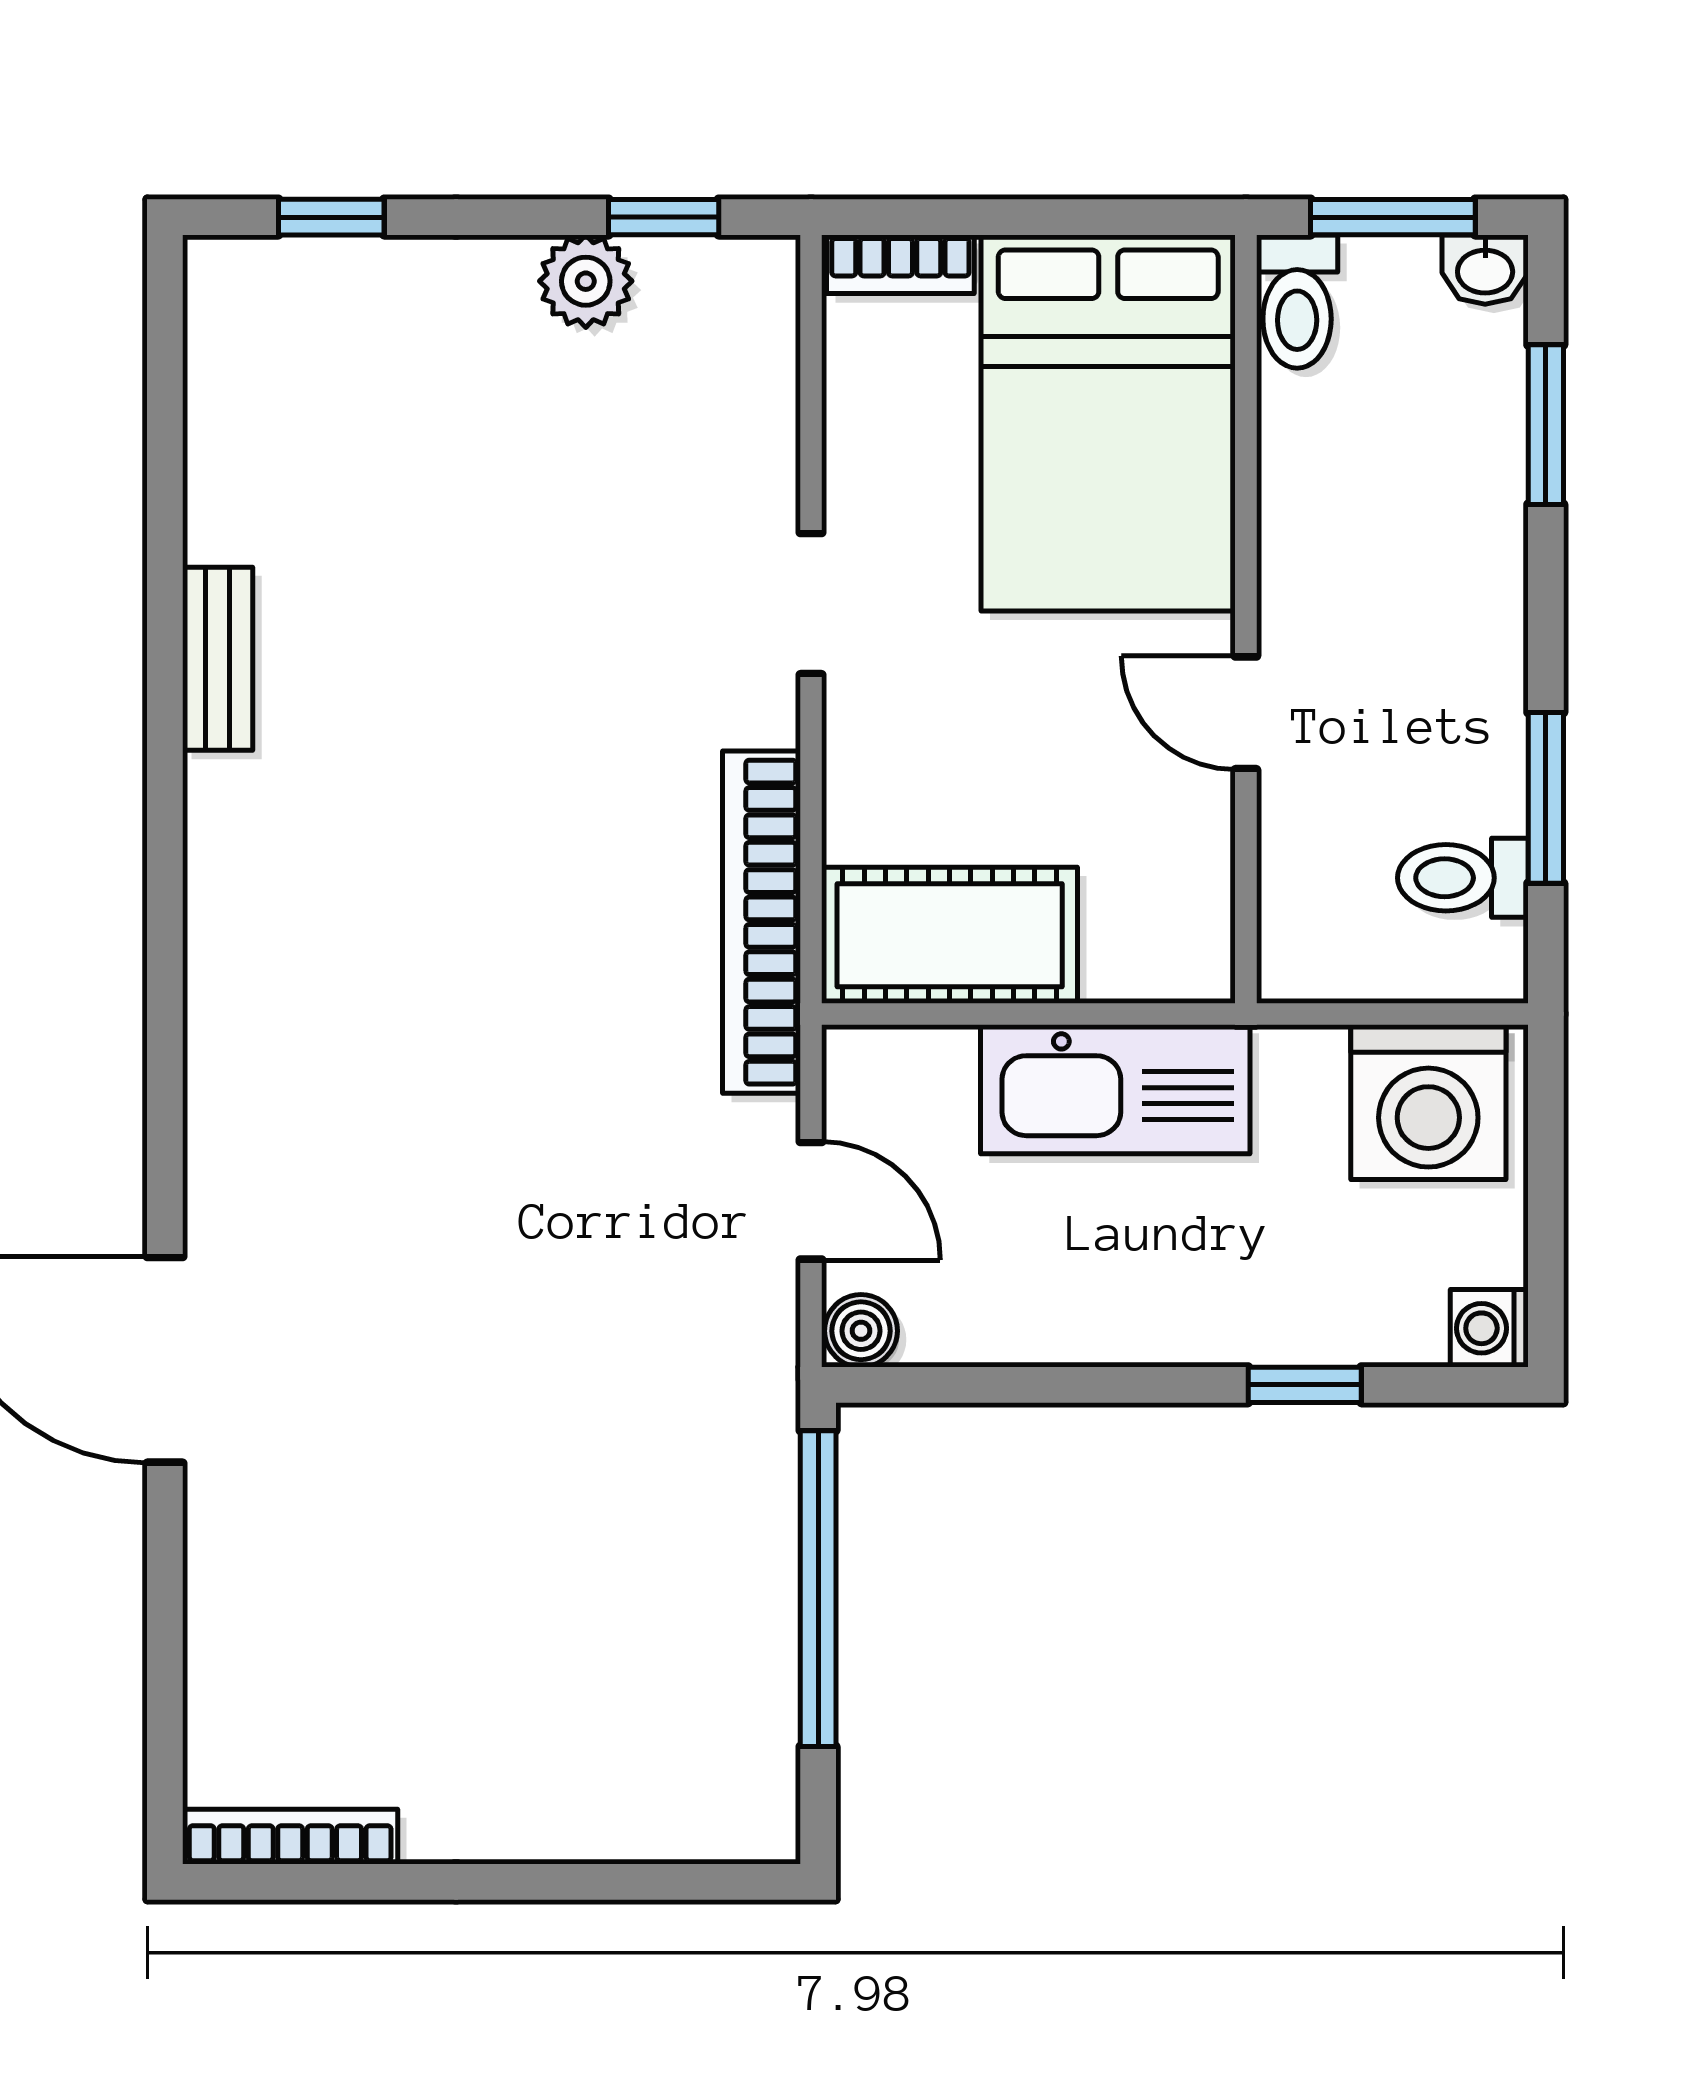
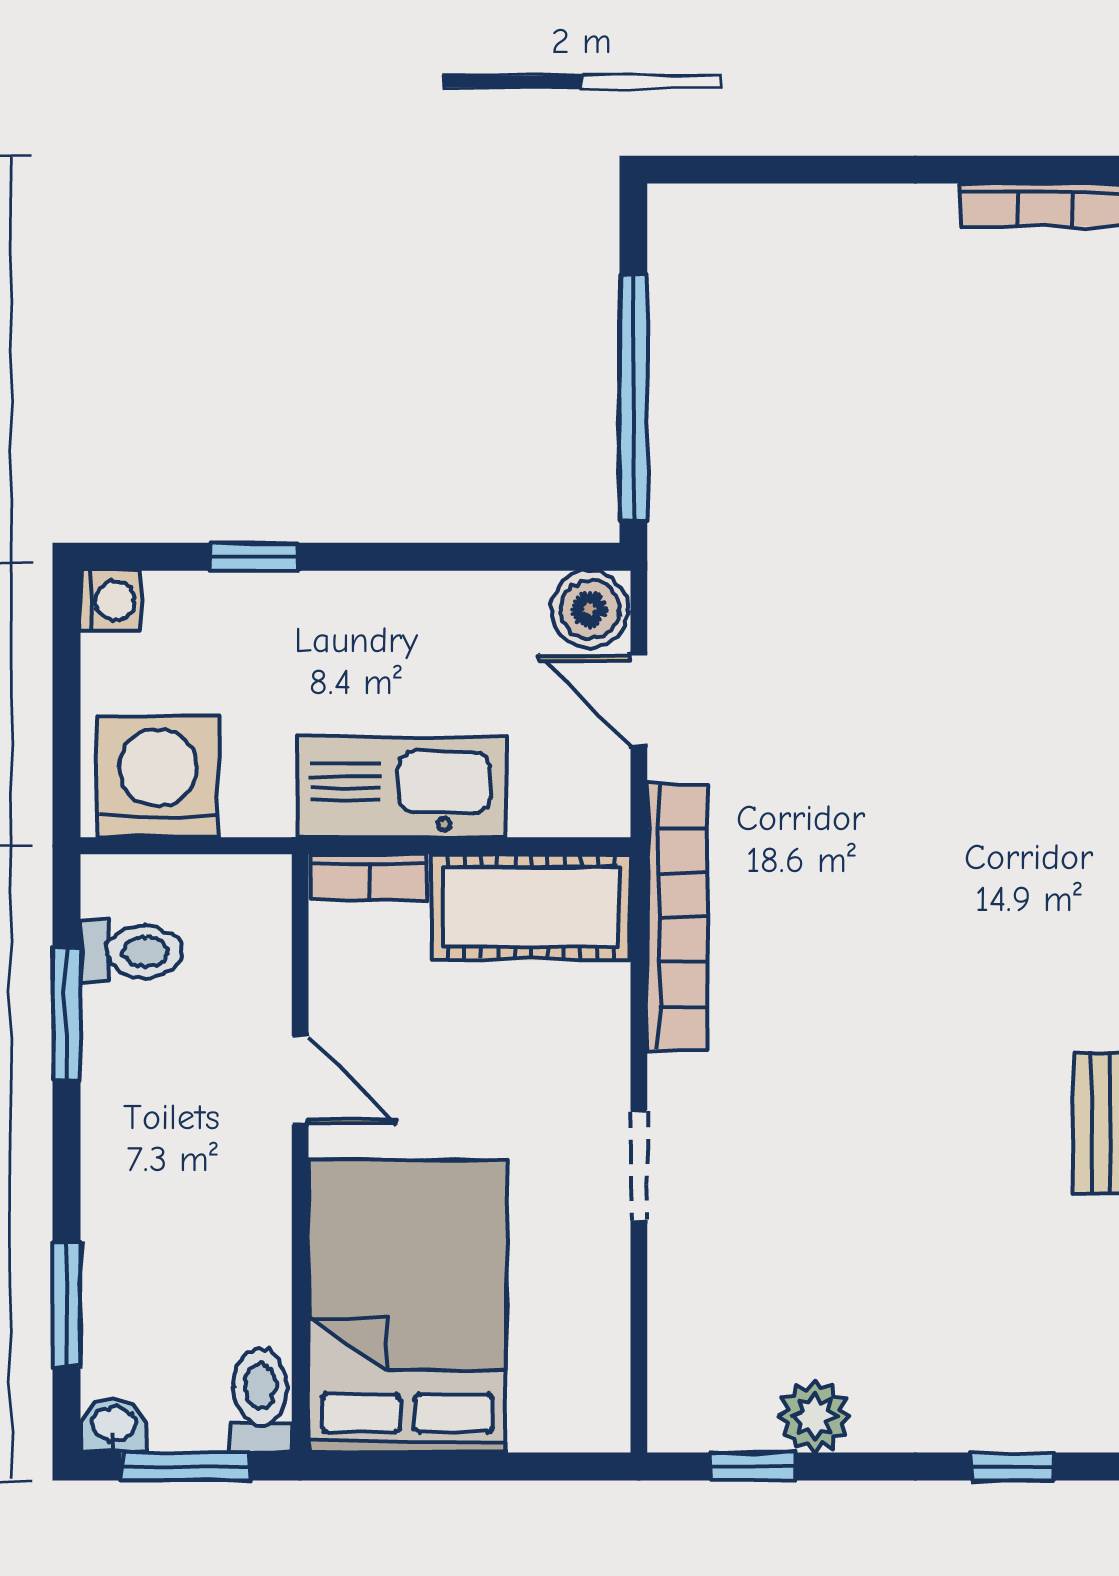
bookcase: (900, 264) -> (368, 877), moved, turned 180
boiler: (861, 1331) -> (590, 609), width x1.36, depth x1.36

